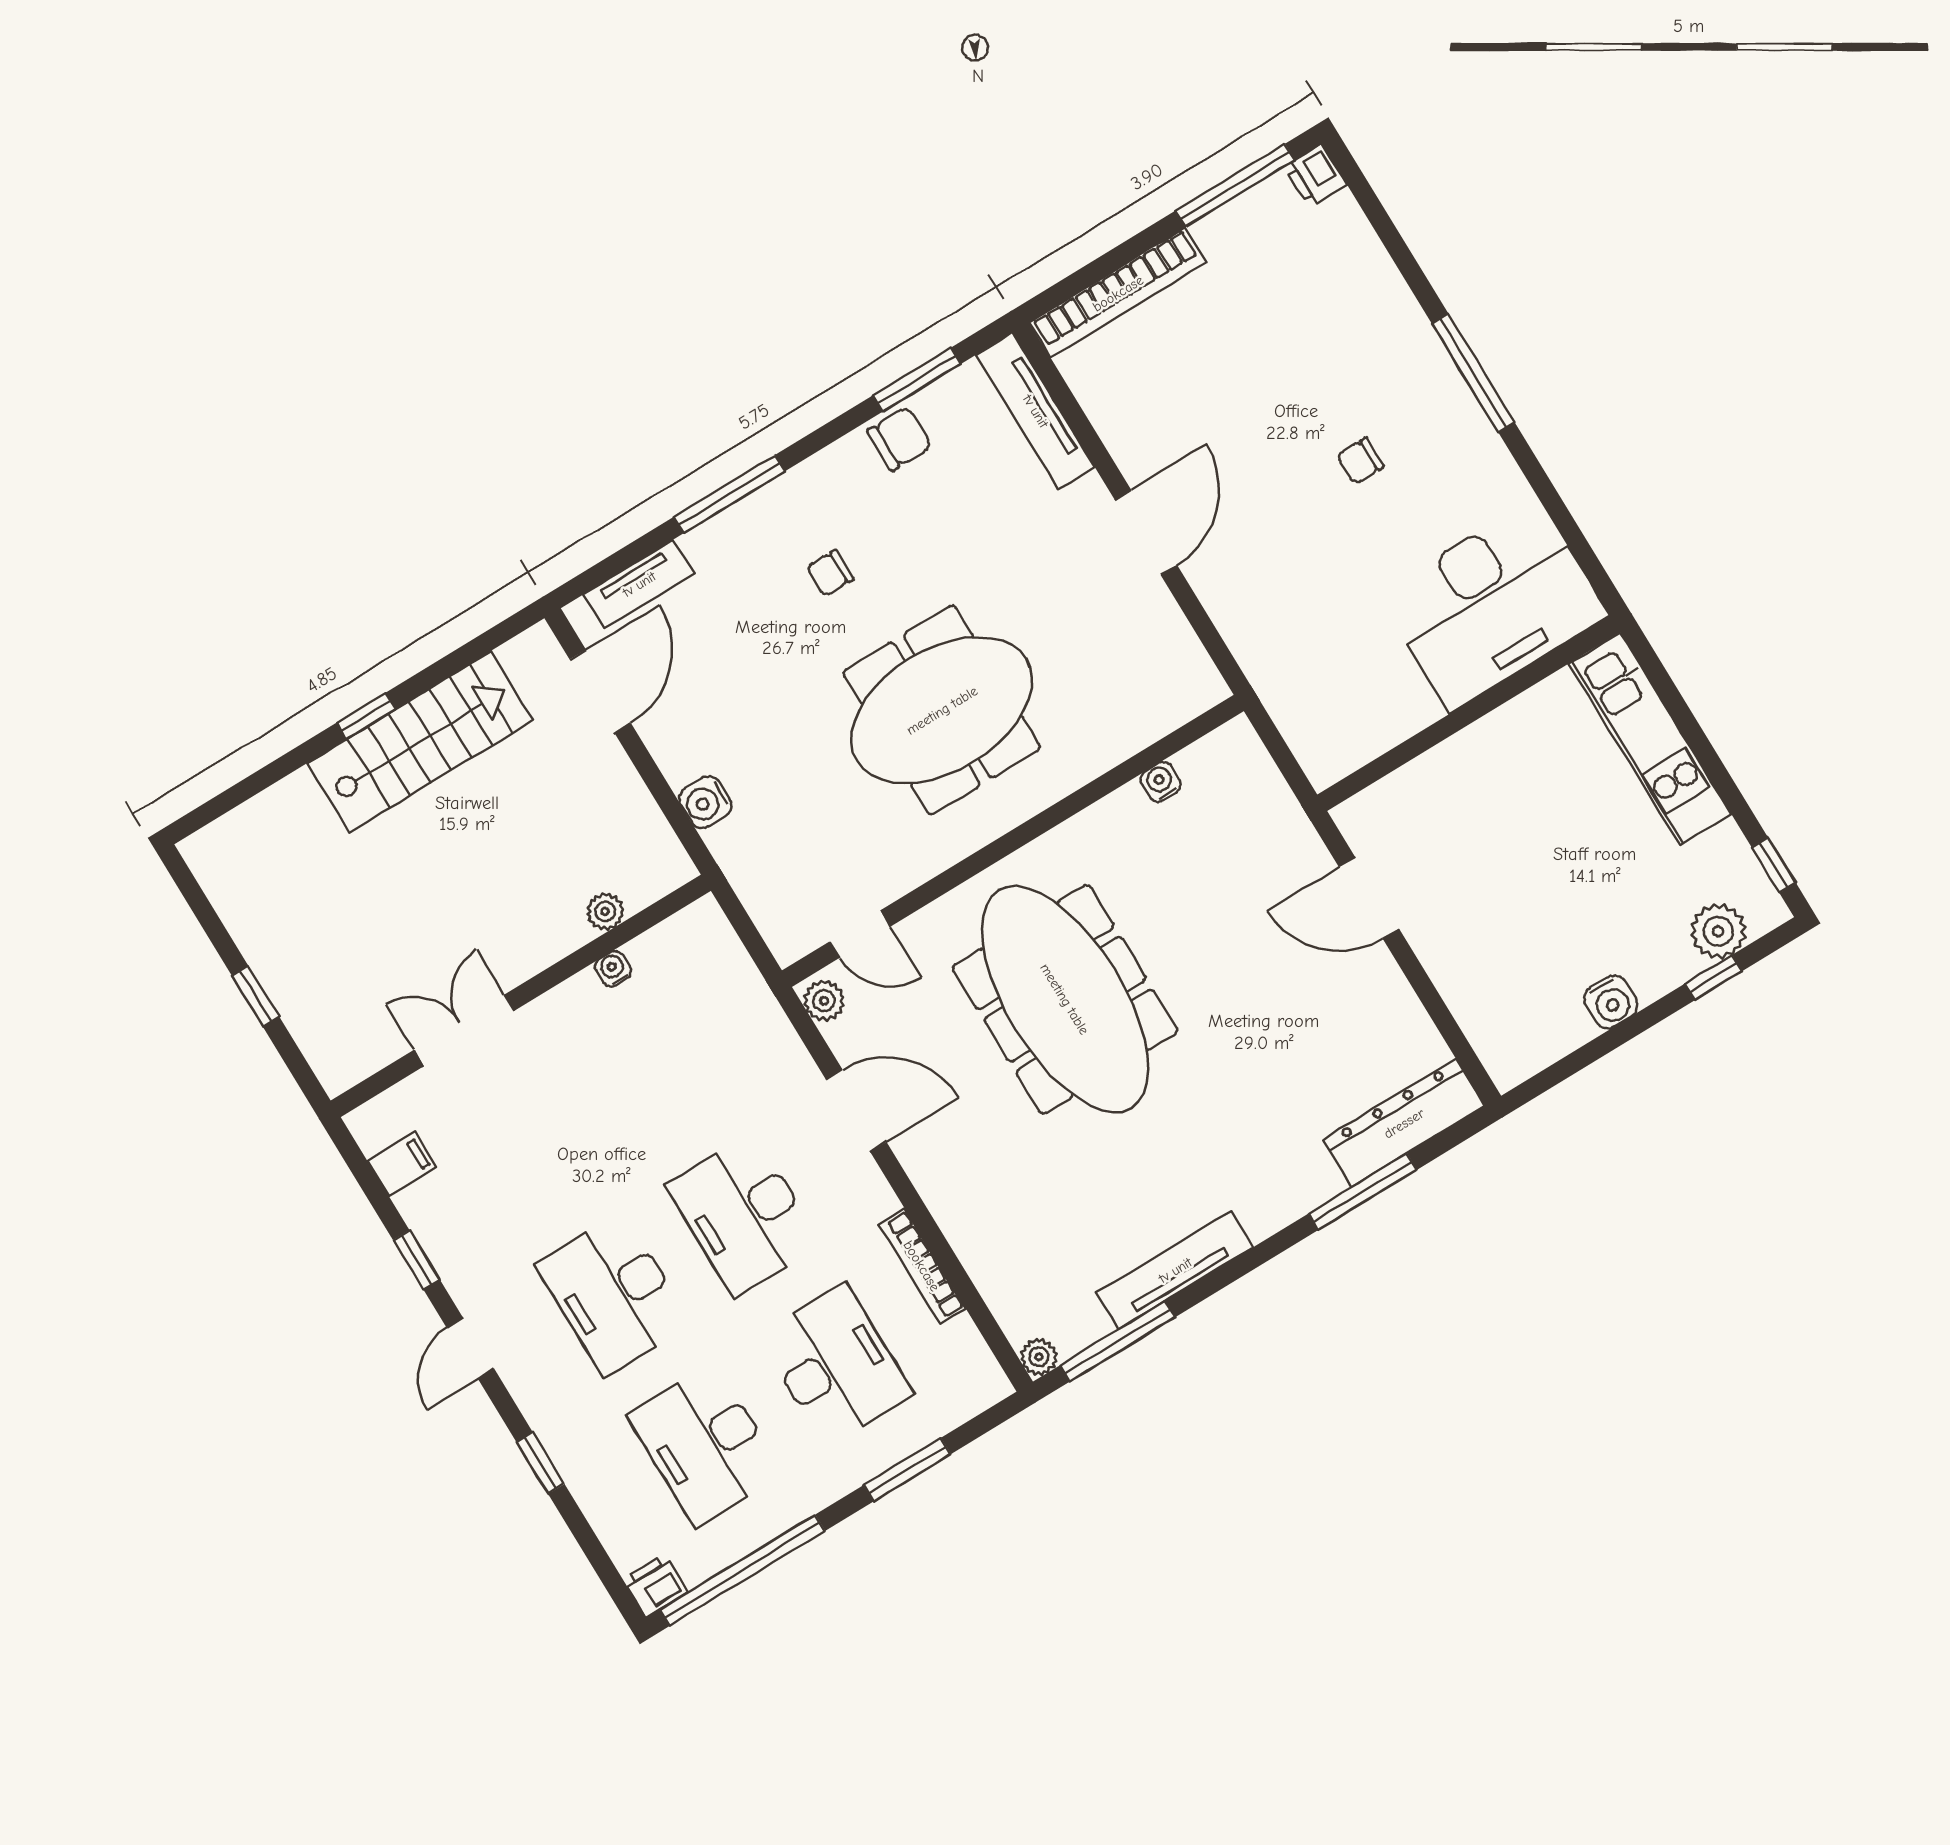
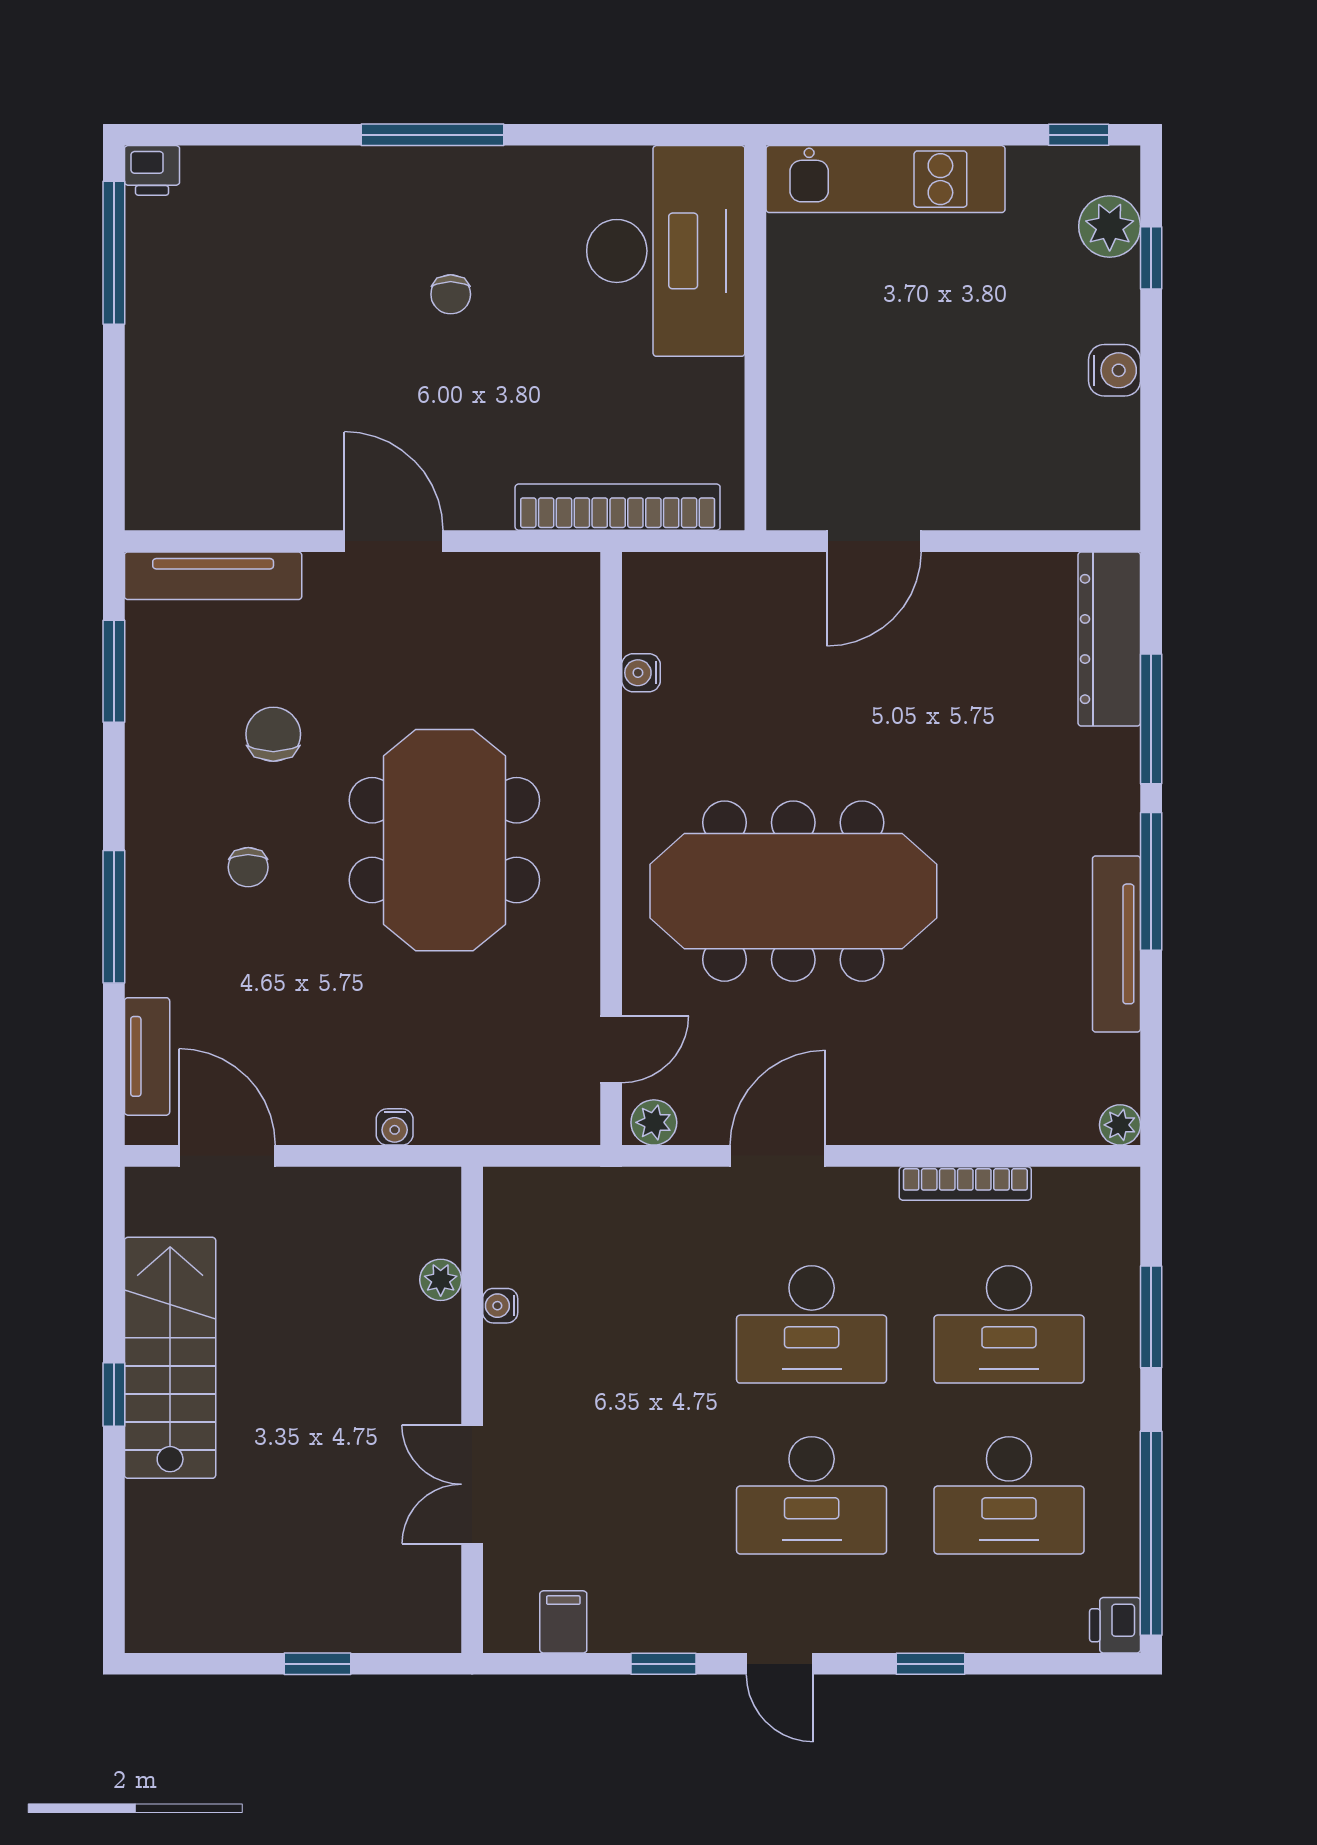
bookcase: (1118, 293) -> (618, 507), moved, turned -90
chair: (900, 439) -> (273, 734), moved
water cooler: (706, 802) -> (395, 1127), width x0.72, depth x0.72
window: (1118, 1341) -> (1151, 881), moved
desk: (835, 1365) -> (1009, 1324), turned 180

